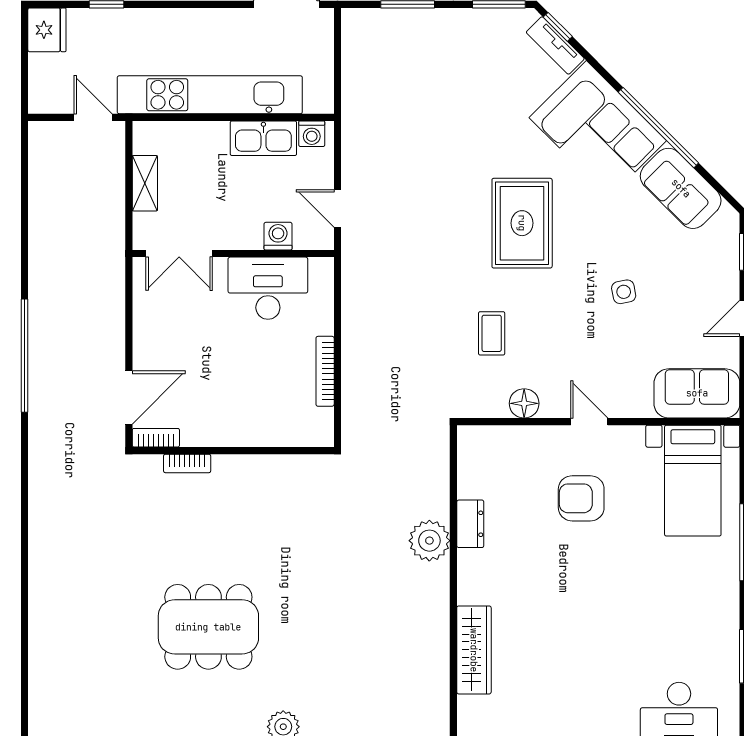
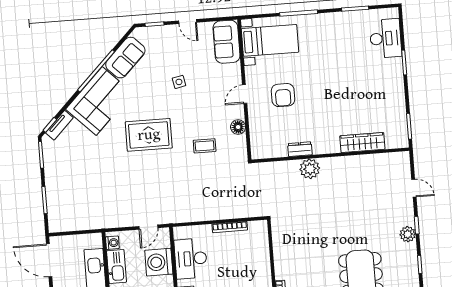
washing machine: (278, 236) -> (159, 262), width x1.89, depth x1.89

